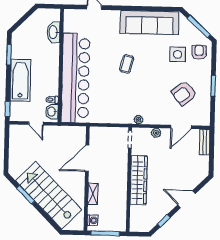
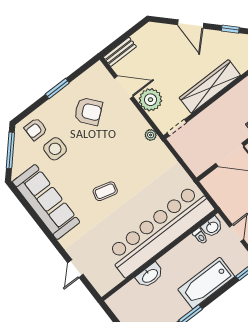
washbasin: (53, 32) -> (150, 276), moved
plant: (156, 133) -> (150, 100), width x1.88, depth x1.88

